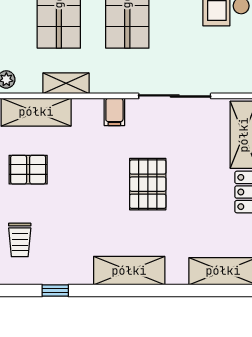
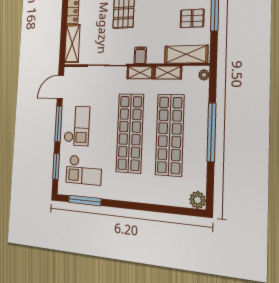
shelving: (114, 83) -> (140, 73), added

